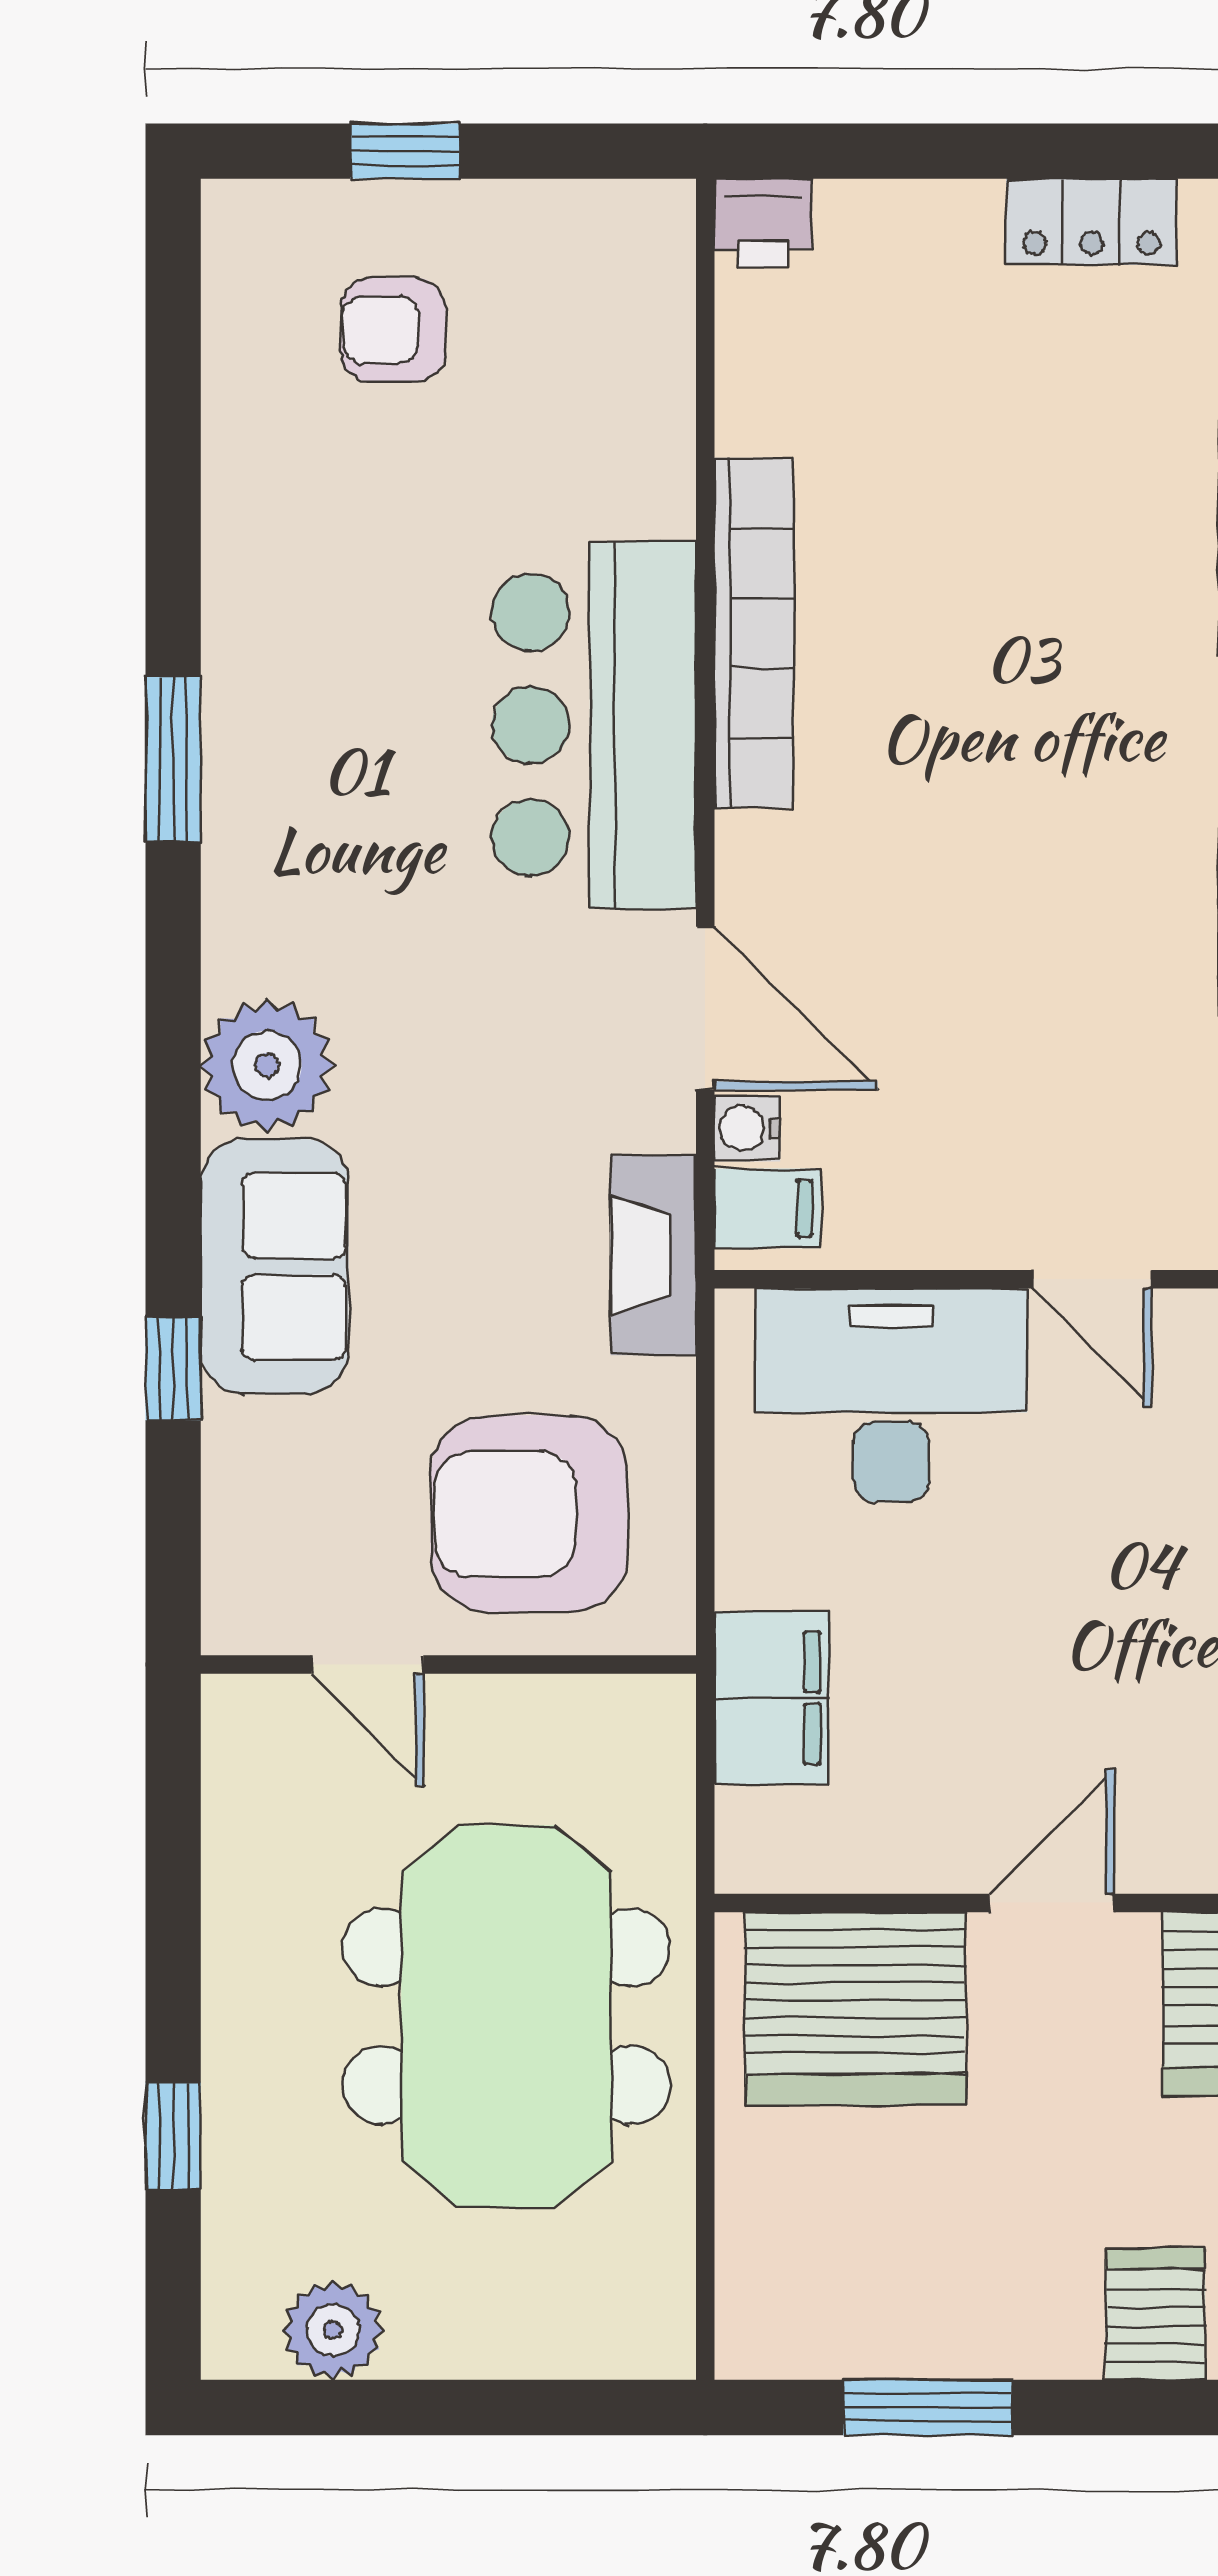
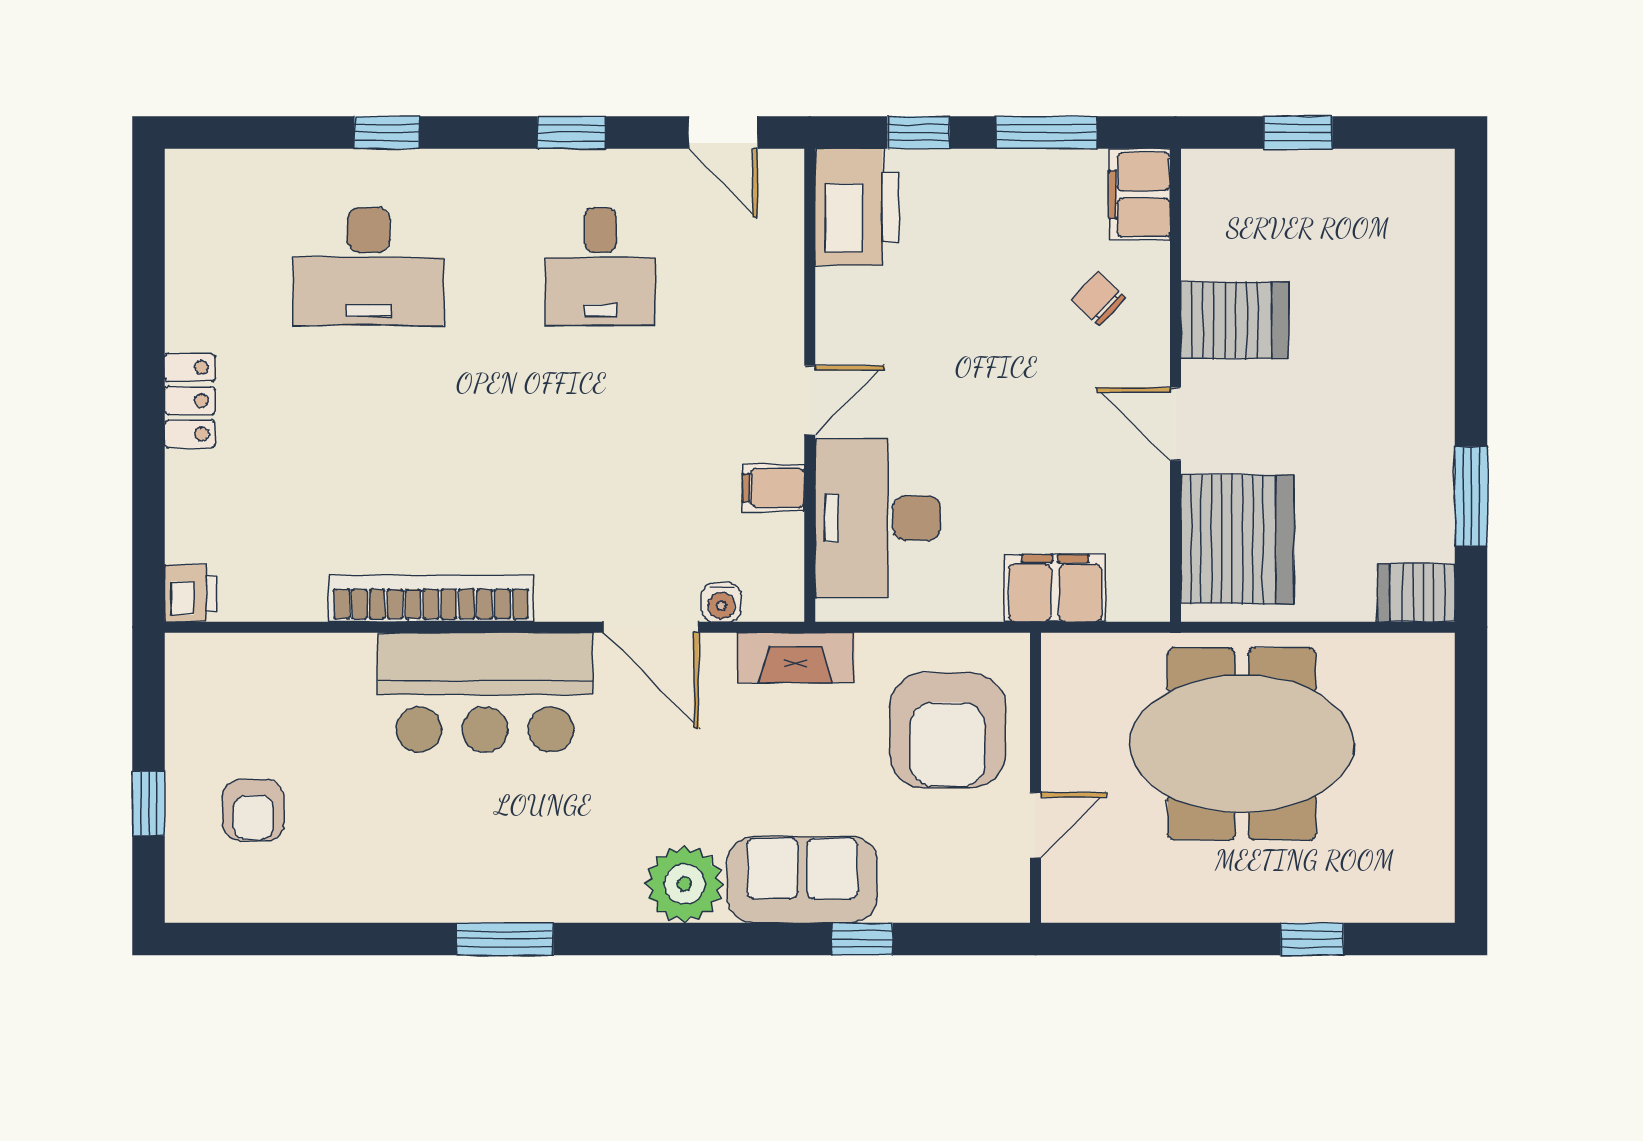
door: (705, 1008) -> (651, 627), swing flipped
filing cabinet: (767, 1208) -> (773, 488), moved, turned -90
server rack: (1155, 2314) -> (1416, 593), moved
plant: (333, 2330) -> (1426, 845), removed

